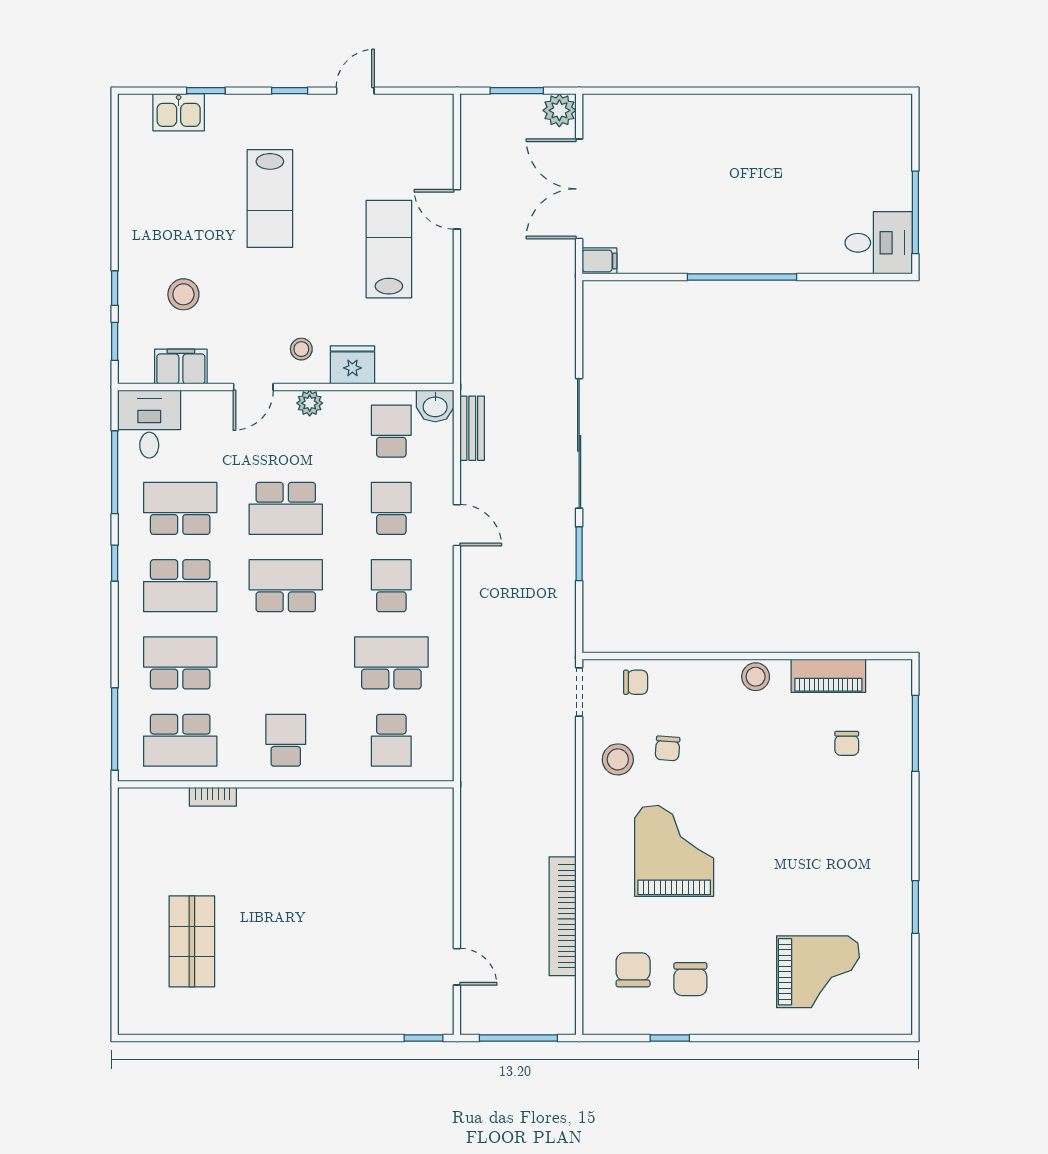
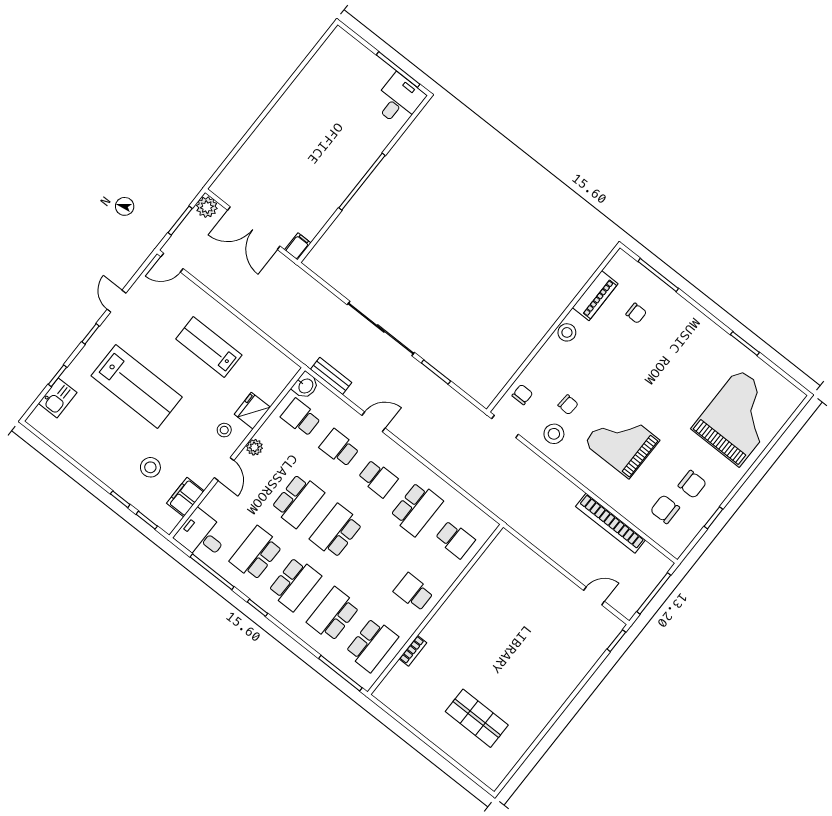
lab bench: (270, 199) -> (137, 386), width x1.36, depth x1.39
door: (457, 209) -> (172, 263), moved
school desk: (391, 586) -> (378, 478), turned 180
school desk: (391, 663) -> (416, 509), turned 180
grand piano: (818, 972) -> (739, 418), width x1.37, depth x1.48

